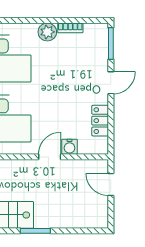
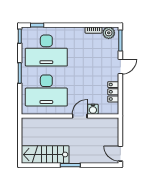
plant: (47, 32) -> (109, 33), moved
door: (111, 185) -> (120, 154), moved

